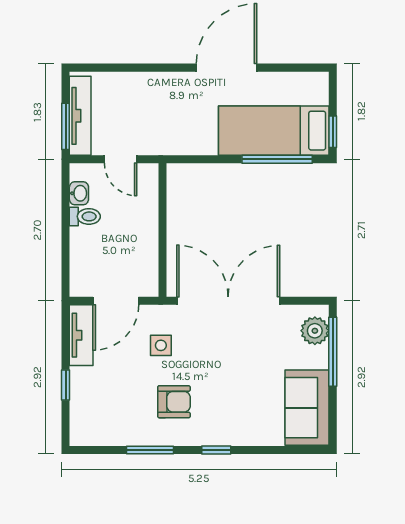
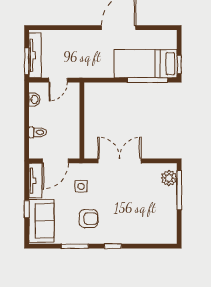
door: (121, 159) -> (58, 80), hinge flipped
toilet: (85, 216) -> (38, 132), moved
double door: (228, 301) -> (120, 161), width x0.73
sofa: (307, 408) -> (41, 221), moved, turned 180

